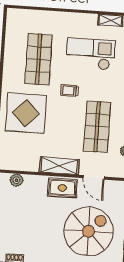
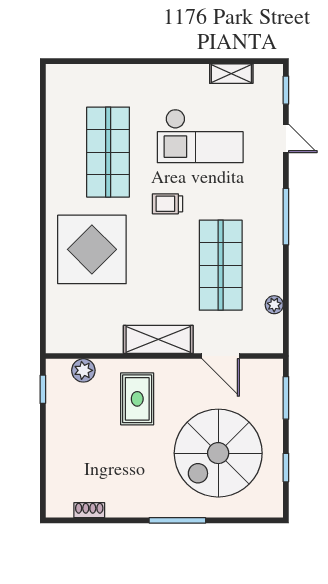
checkout: (91, 54) -> (200, 136), turned 180
rug: (62, 188) -> (137, 399), moved, turned 90
spiral stairs: (88, 231) -> (218, 453), turned 180

